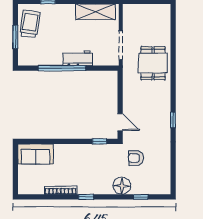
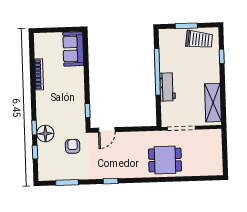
window: (173, 165) -> (67, 183), added
window: (86, 197) -> (34, 128), moved

